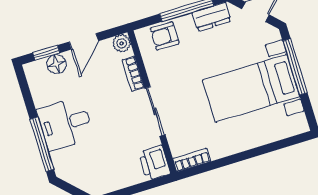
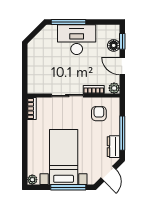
armchair: (165, 36) -> (99, 114), moved
desk: (65, 124) -> (77, 40), width x1.37
plant: (300, 126) -> (32, 180), added
printer: (155, 163) -> (37, 86), removed

